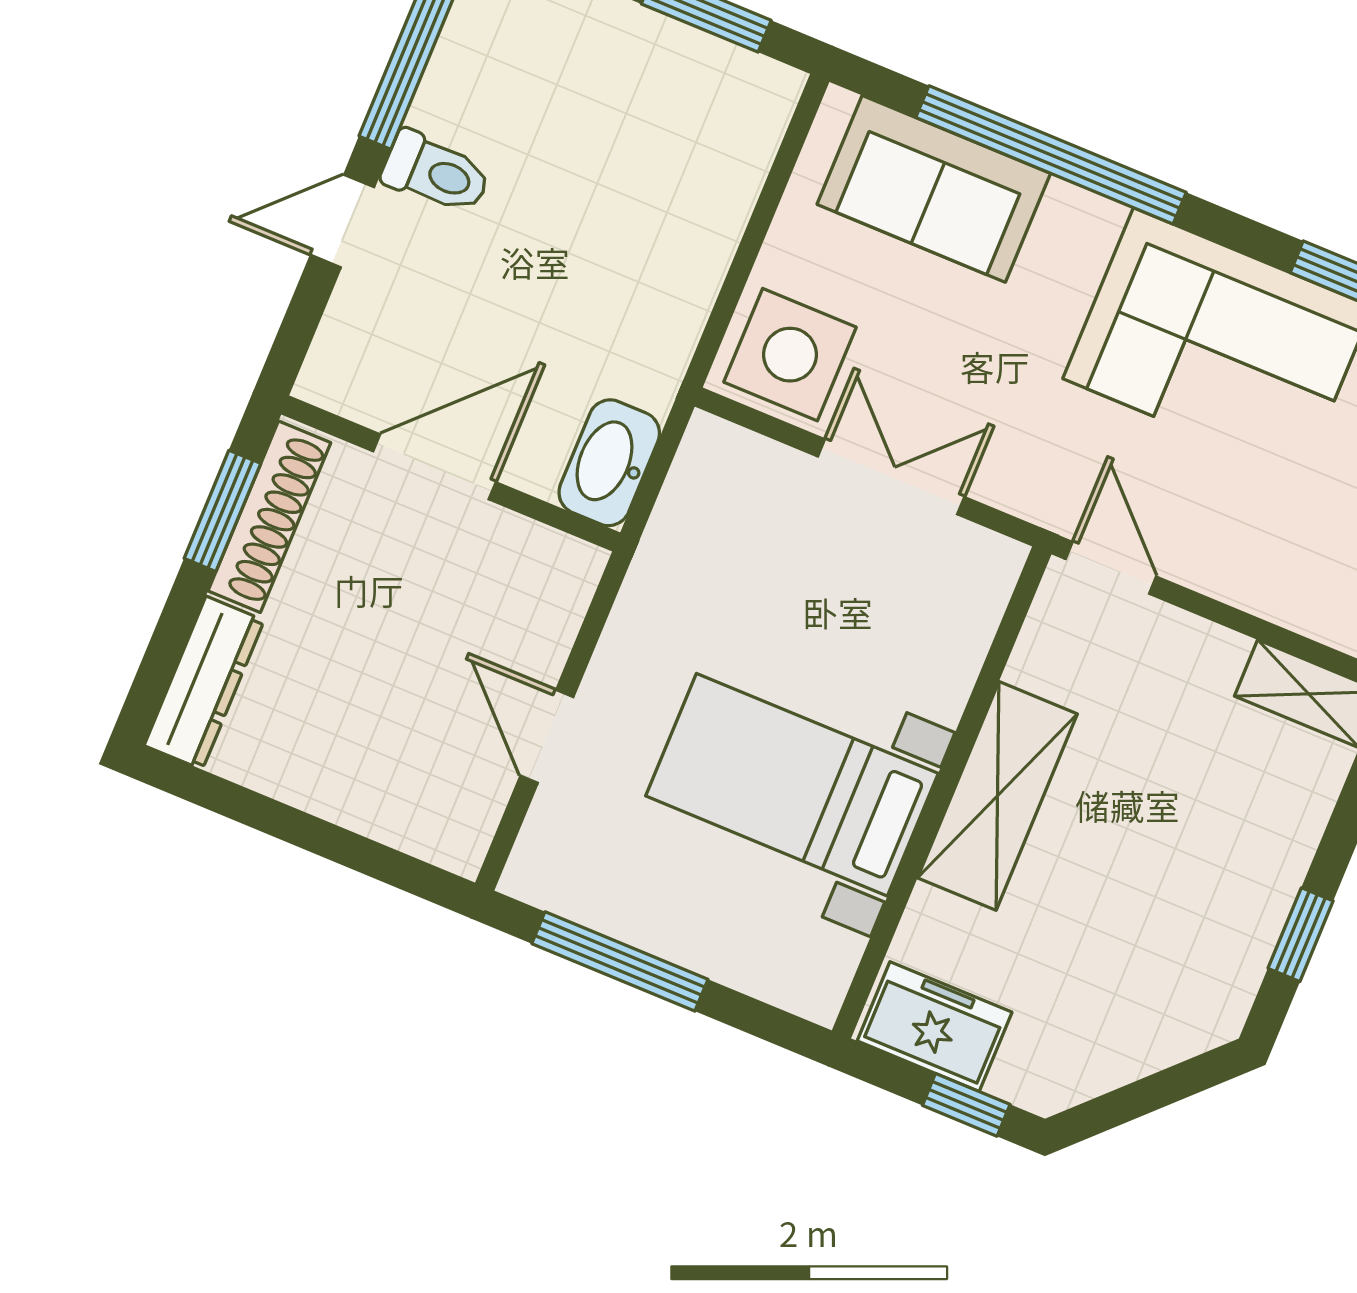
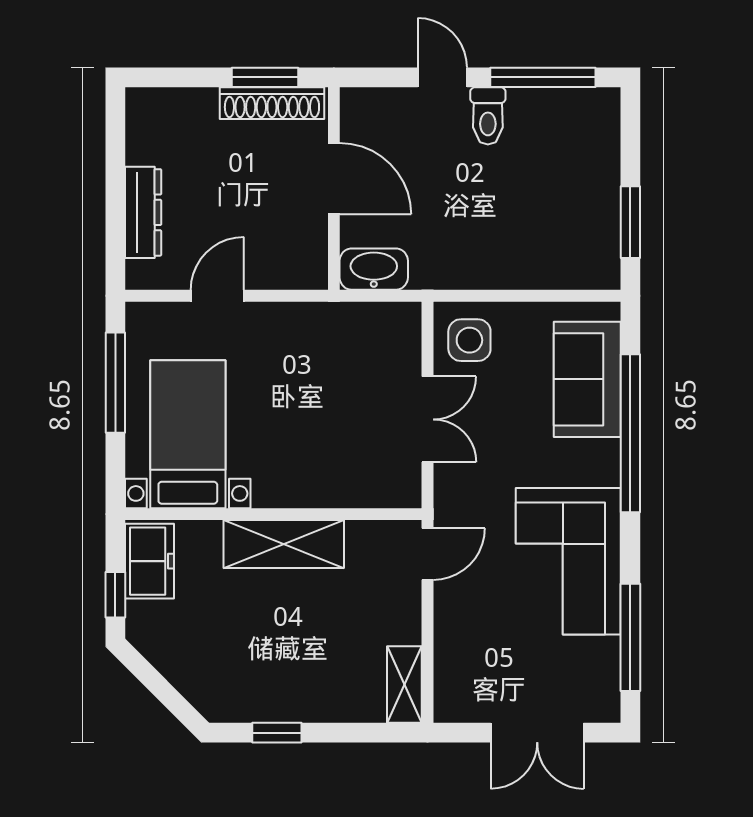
side table: (790, 355) -> (469, 340), width x0.73, depth x0.73
dresser: (204, 683) -> (143, 212), moved, turned -90
bed with nightstands: (792, 785) -> (188, 434), moved

